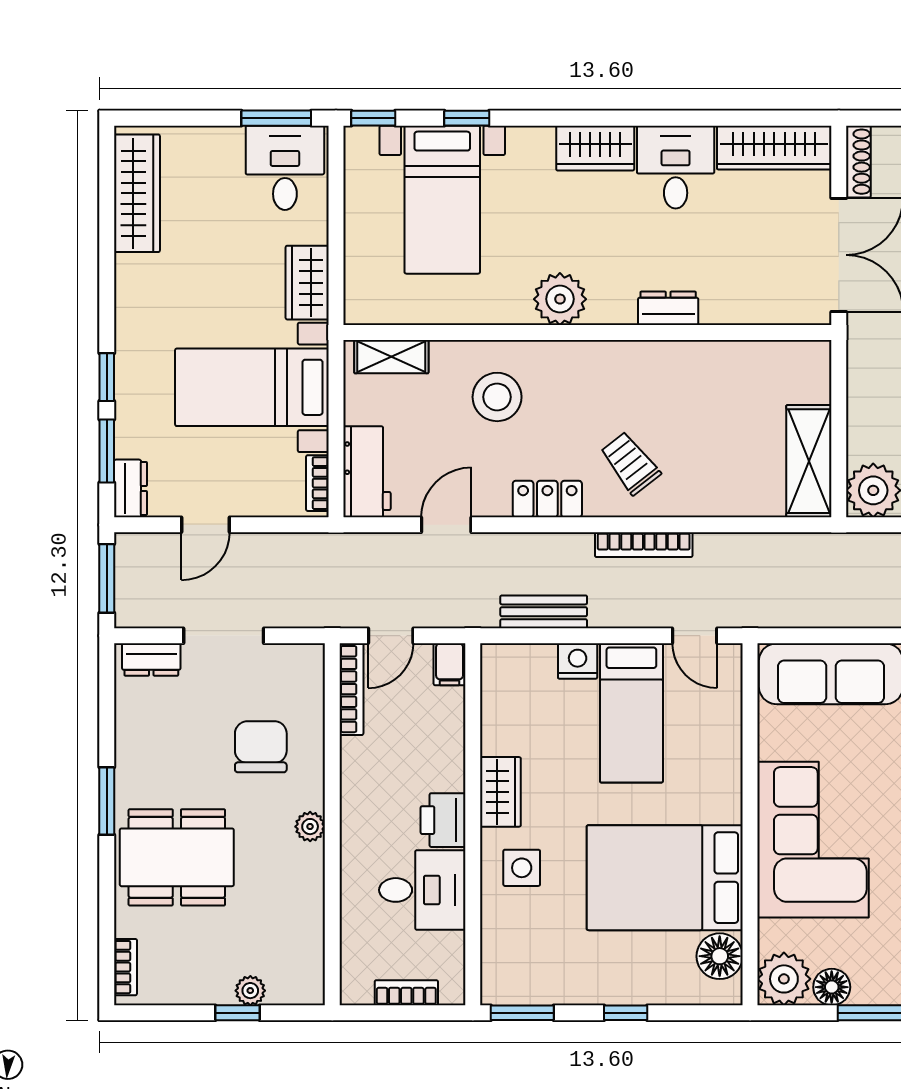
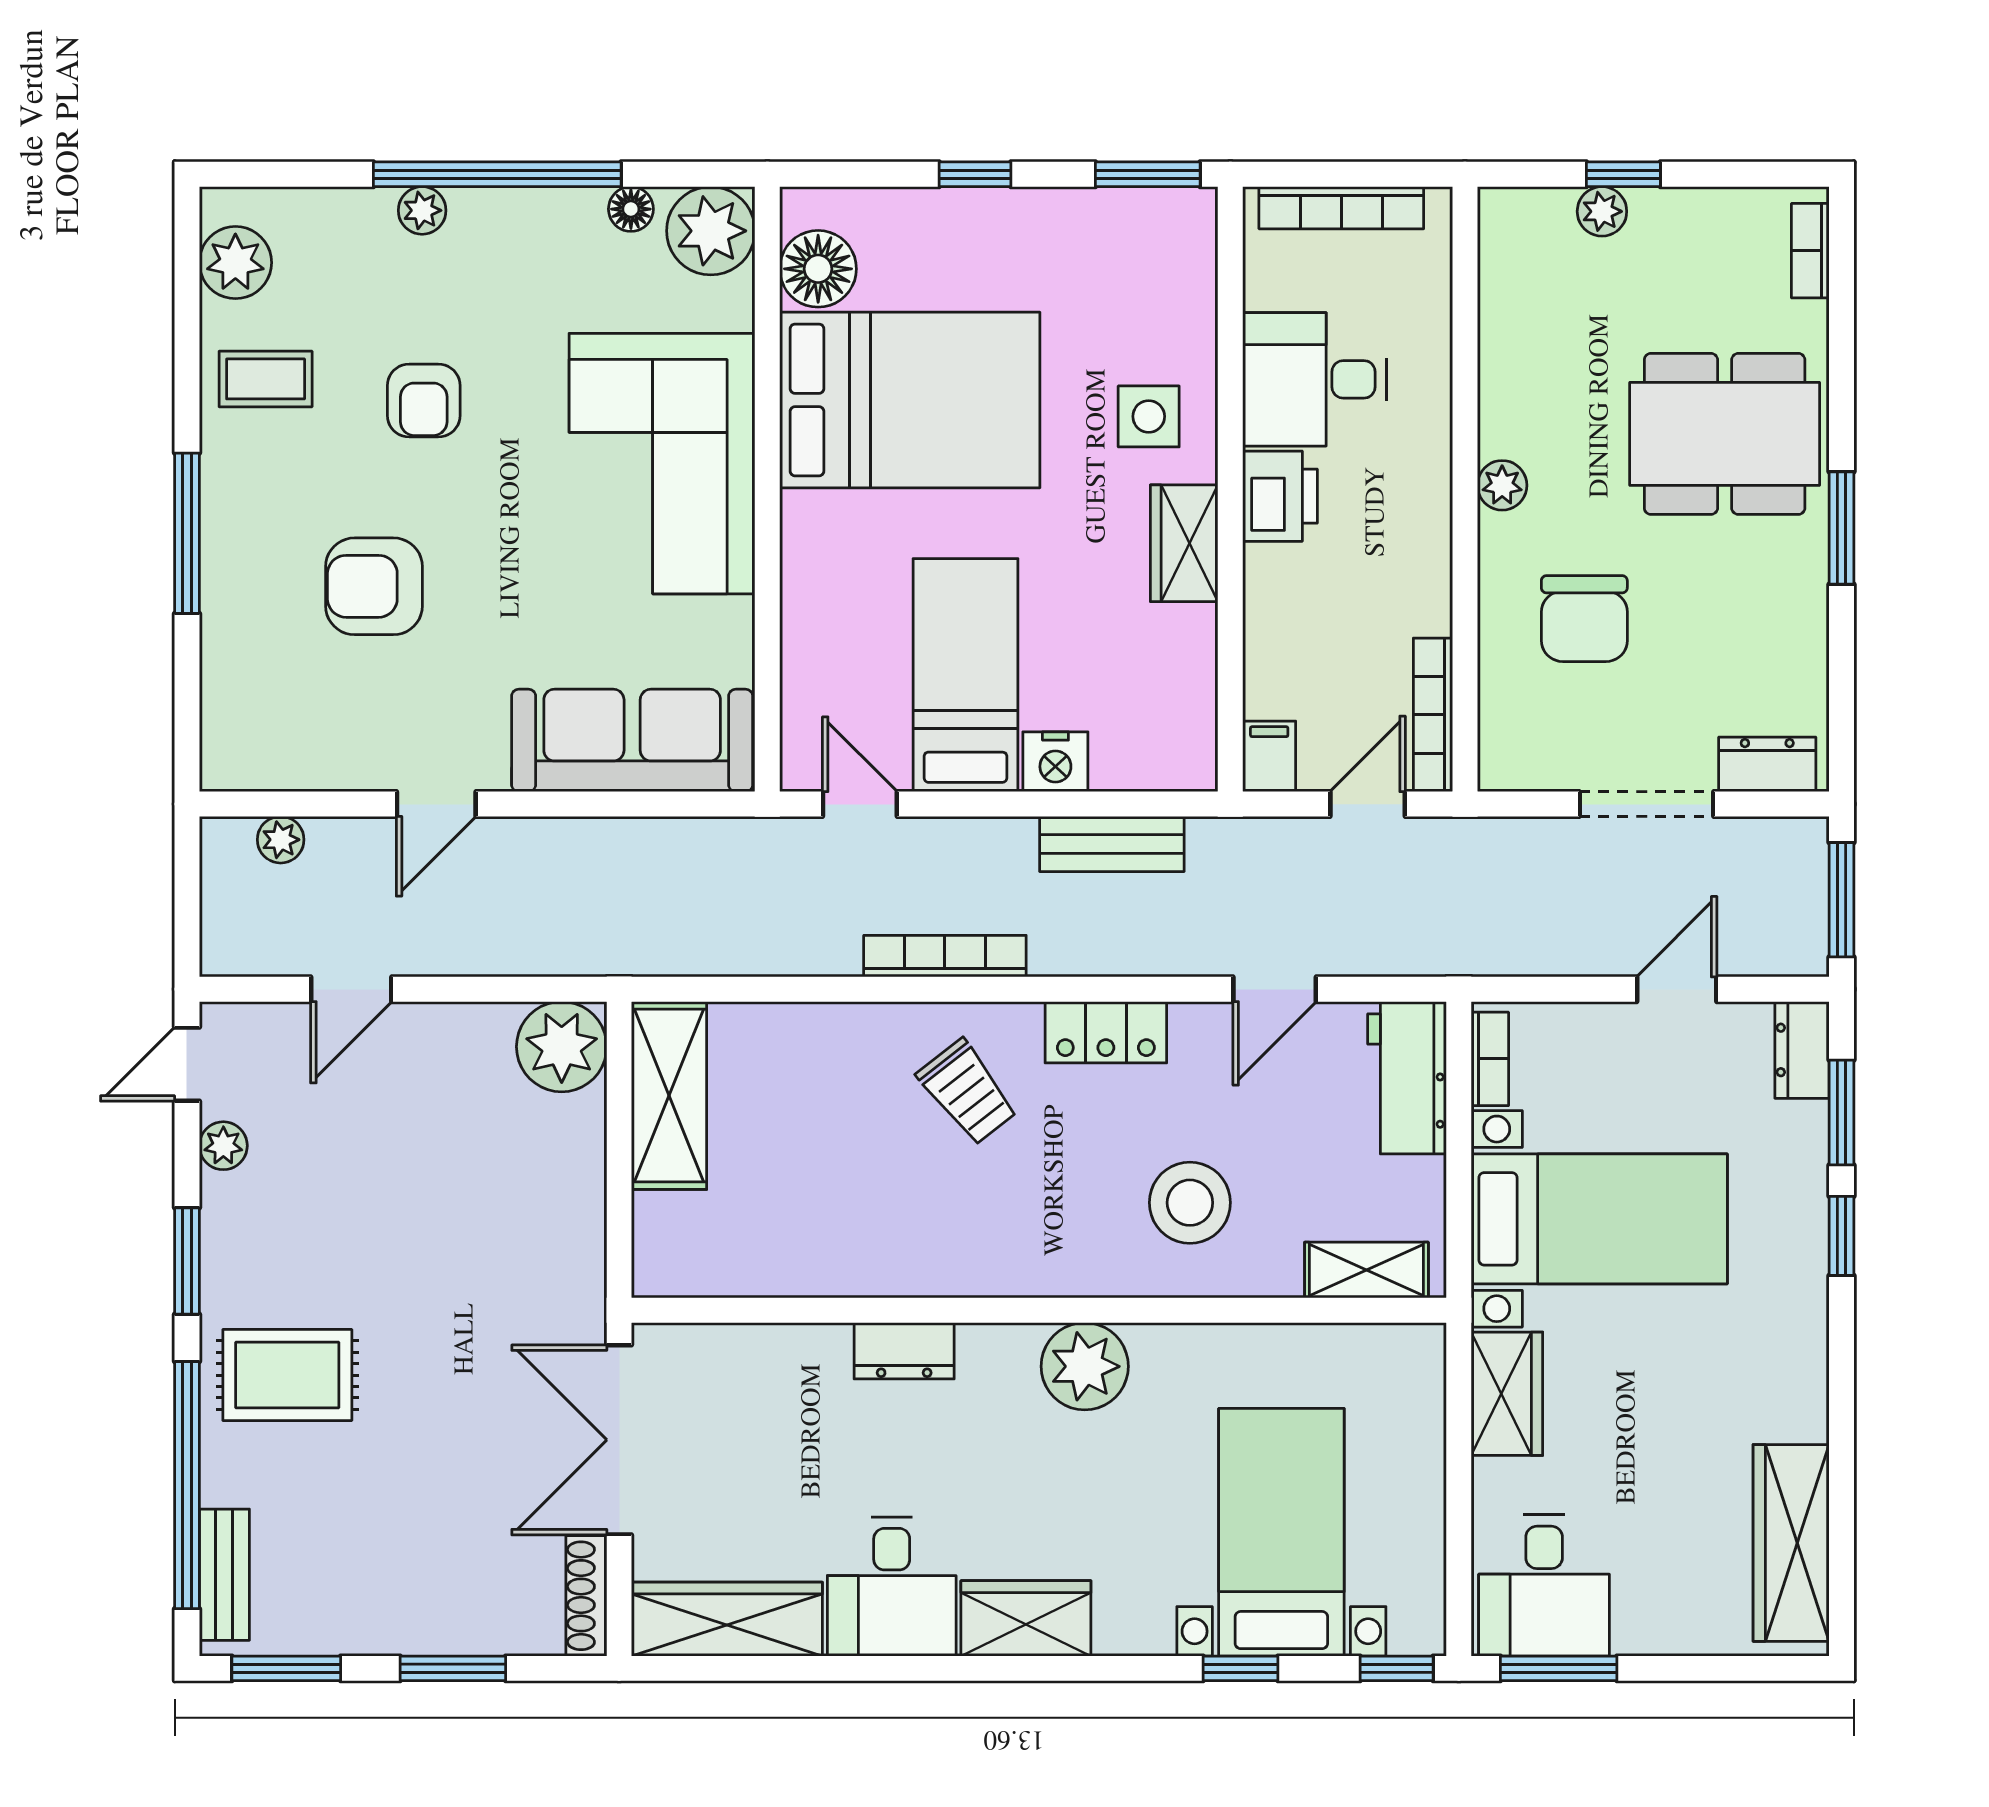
floor lamp: (832, 987) -> (631, 209), width x0.73, depth x0.73
bookcase: (406, 993) -> (1341, 208), width x1.56

